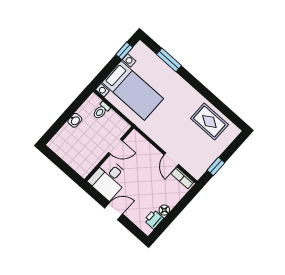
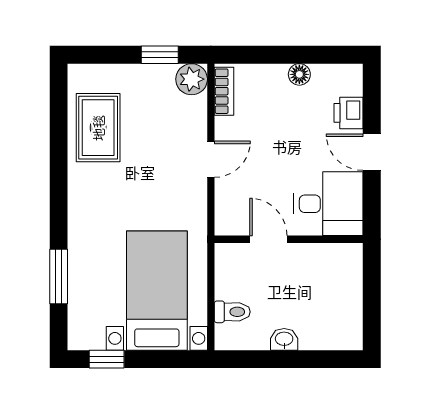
door: (171, 160) -> (211, 159), moved
plant: (197, 170) -> (192, 79), added
printer: (154, 219) -> (349, 113), moved, turned 90

